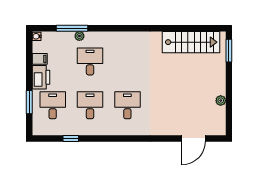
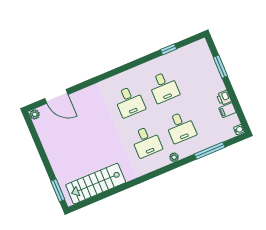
plant: (79, 36) -> (174, 157), moved
printer: (41, 77) -> (224, 98), width x0.53, depth x0.68
plant: (221, 101) -> (35, 114), moved
desk: (53, 105) -> (146, 141), moved
door: (193, 139) -> (56, 96), swing flipped

